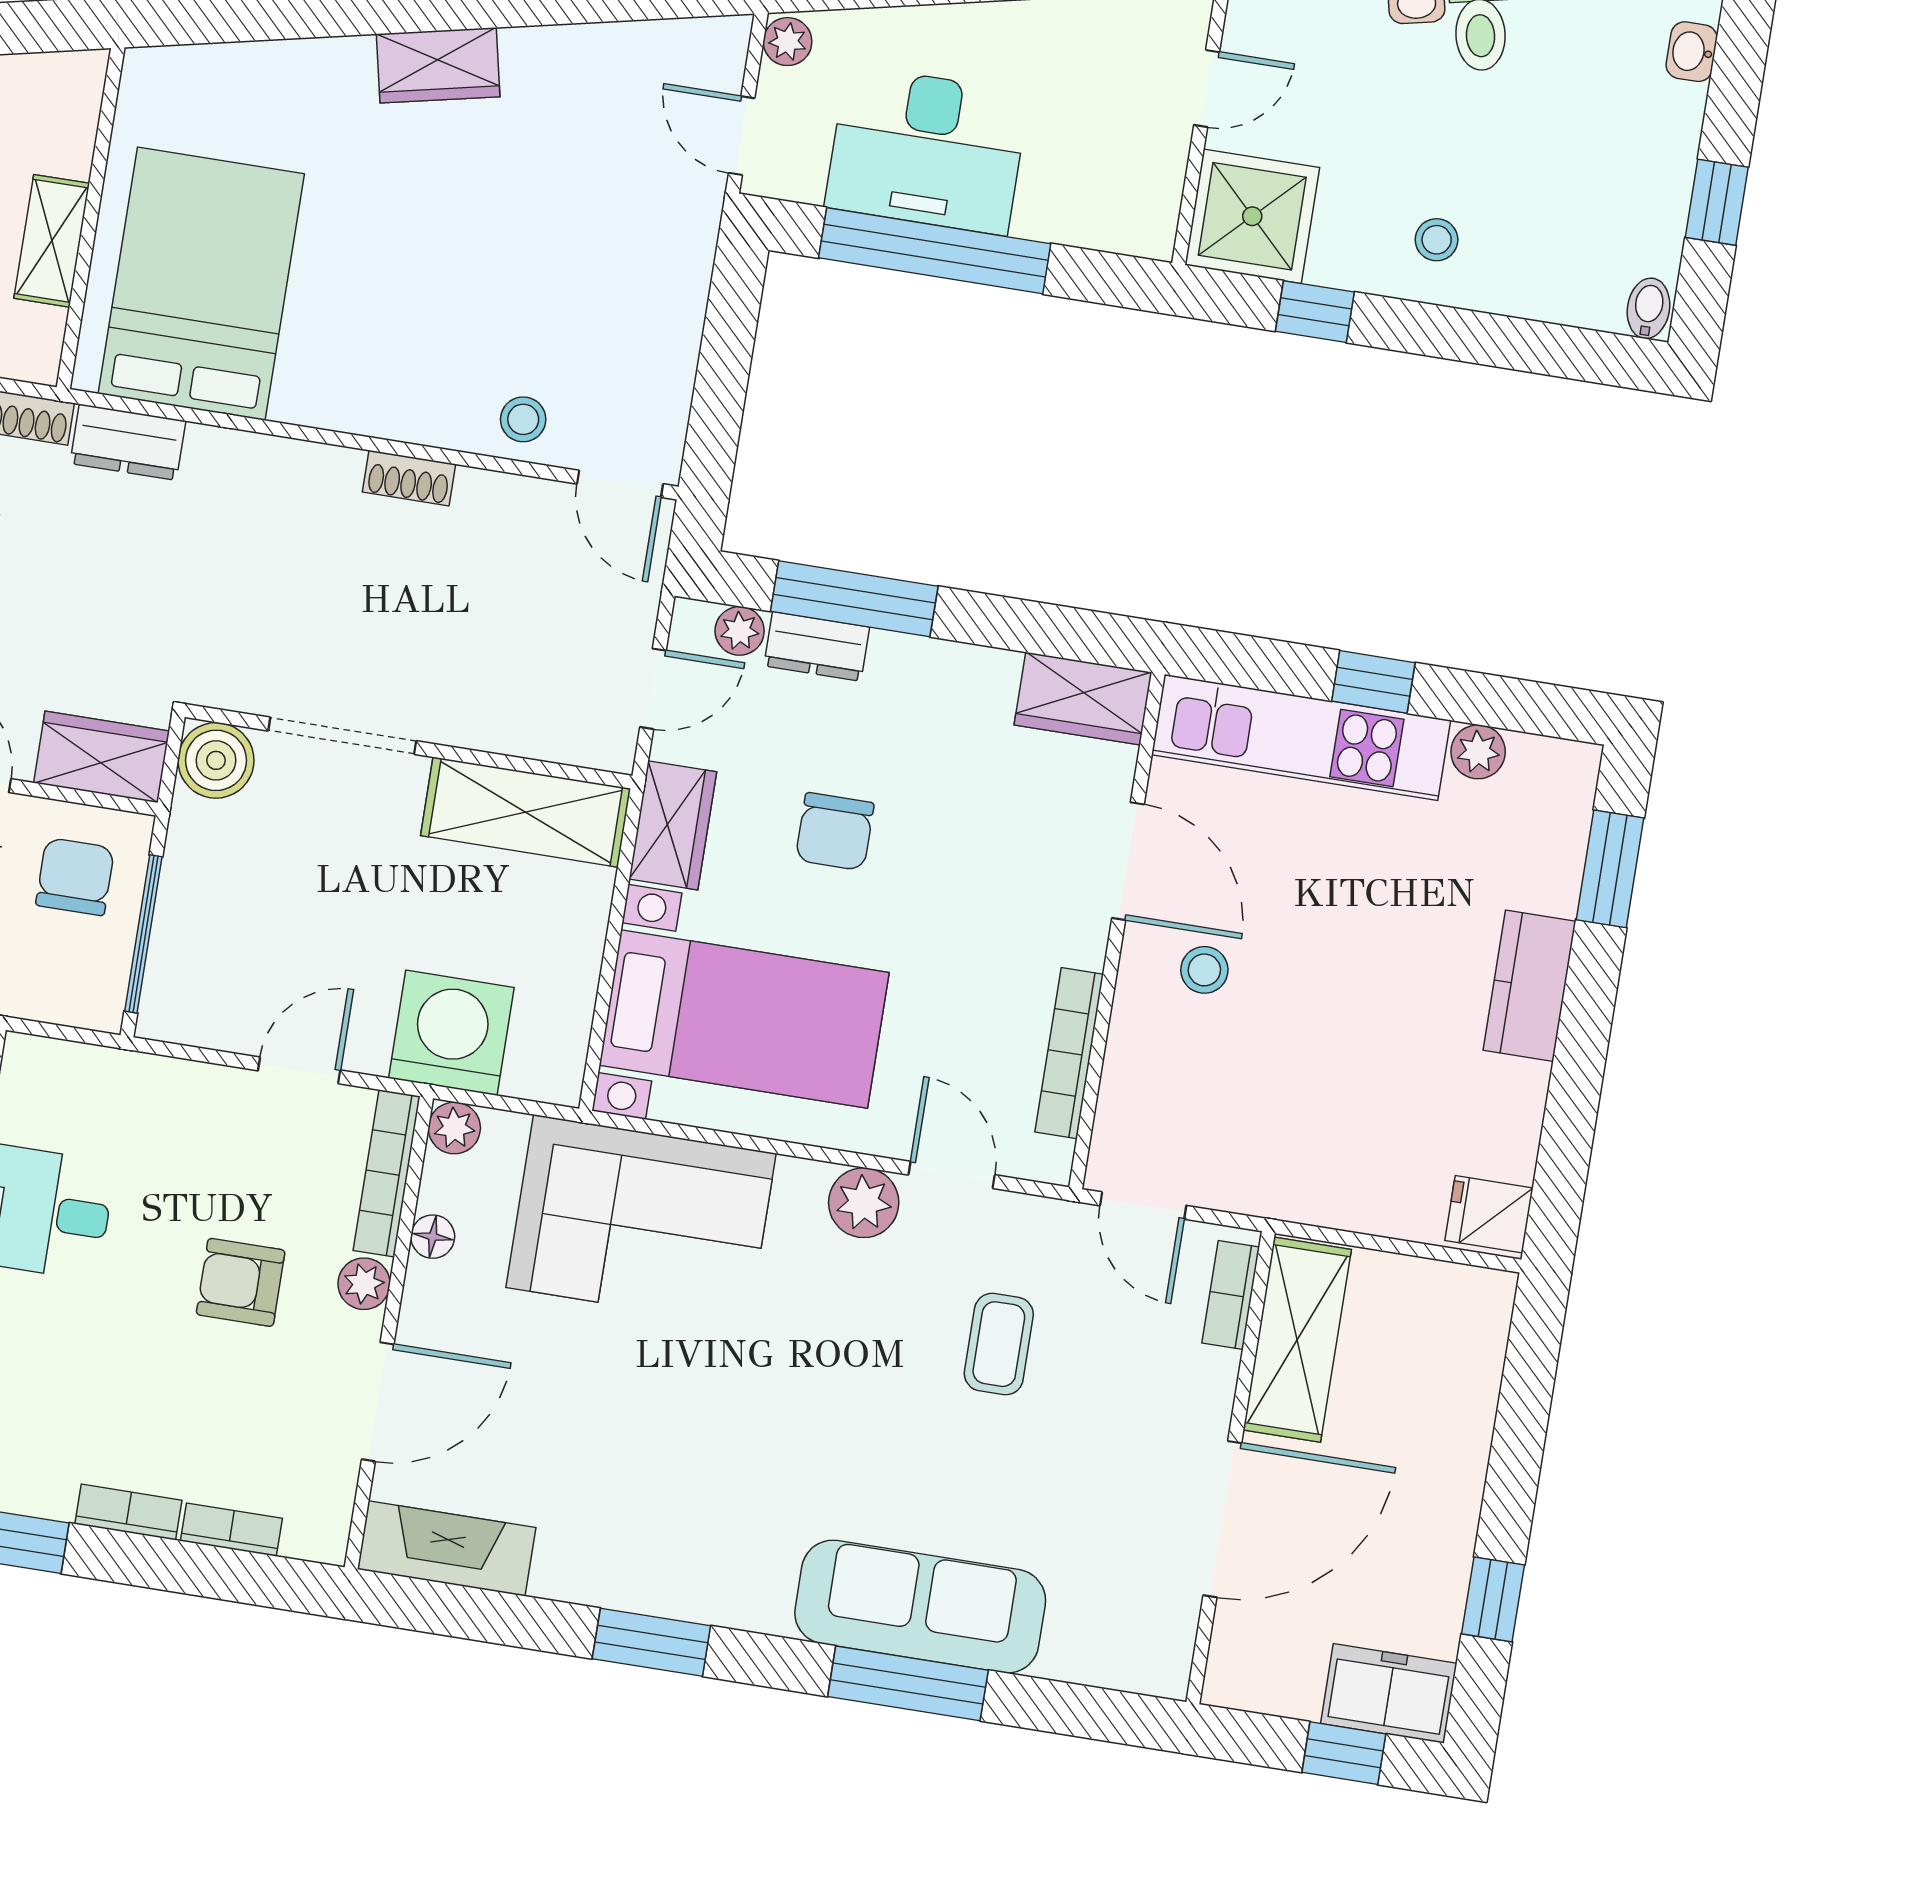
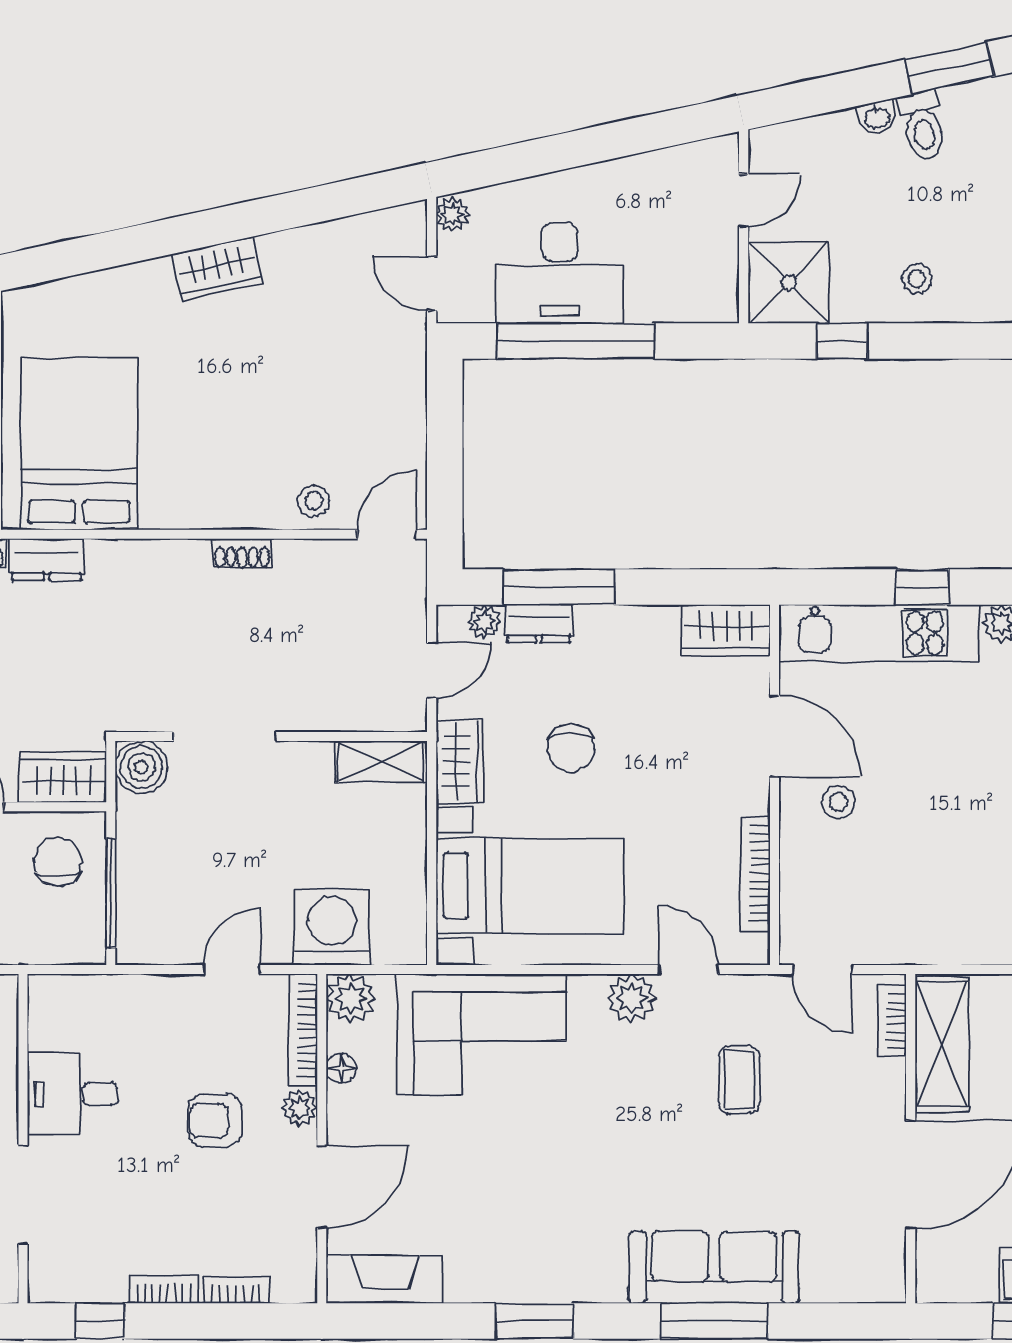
door: (620, 484) -> (387, 534), swing flipped
shelving: (526, 812) -> (381, 762), width x0.67, depth x0.75
plant: (454, 1128) -> (351, 998), width x1.38, depth x1.38

